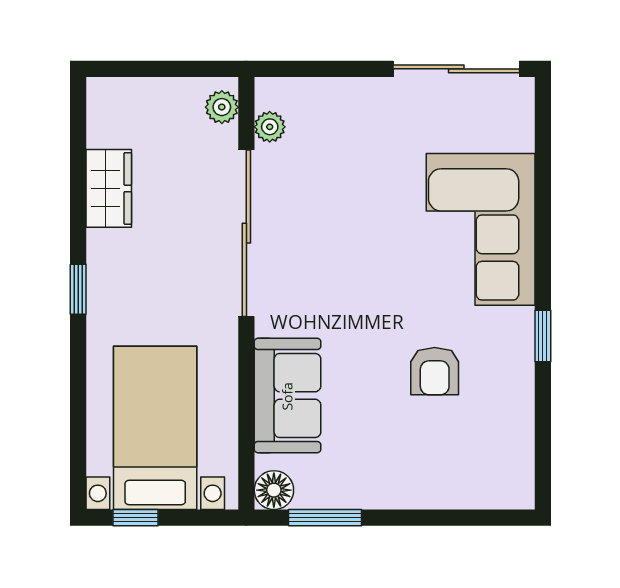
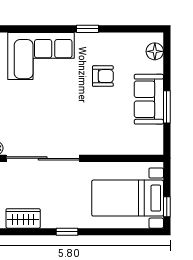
sofa: (287, 396) -> (149, 99), moved, turned -90
floor lamp: (274, 490) -> (155, 51), moved
window: (325, 518) -> (167, 107), moved

